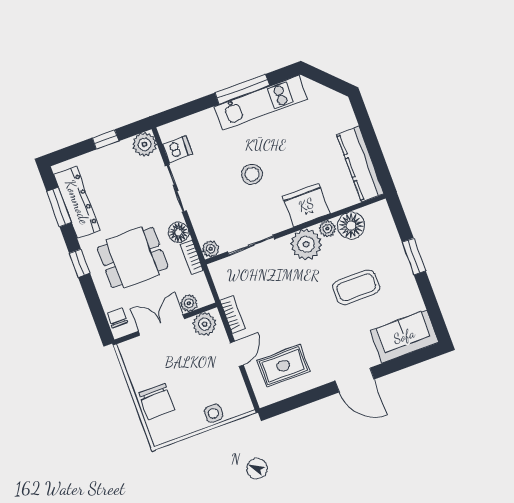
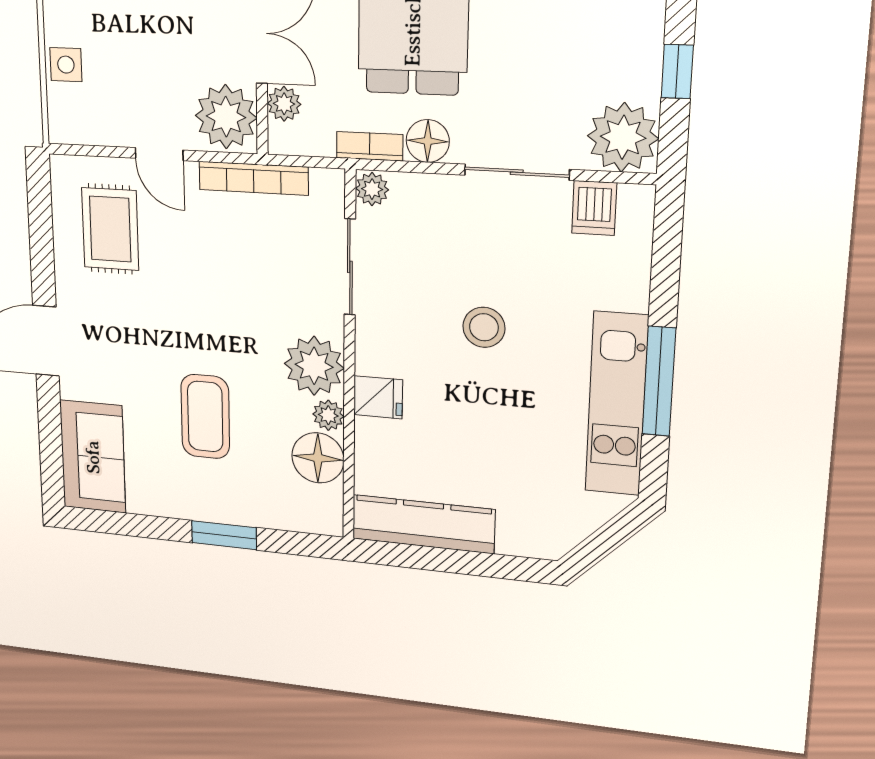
plant: (145, 144) -> (623, 137), width x1.36, depth x1.36
fridge: (306, 205) -> (378, 397), width x0.53, depth x0.75
bookcase: (233, 314) -> (253, 178), width x1.56
plant: (205, 324) -> (226, 117), width x1.36, depth x1.36

